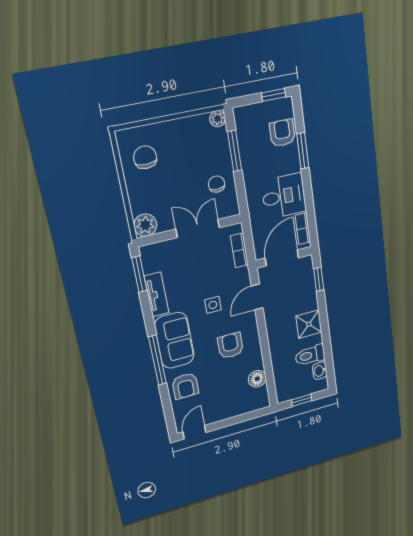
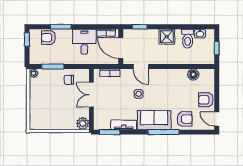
chair: (145, 157) -> (46, 116), removed
armchair: (230, 346) -> (206, 100), moved

